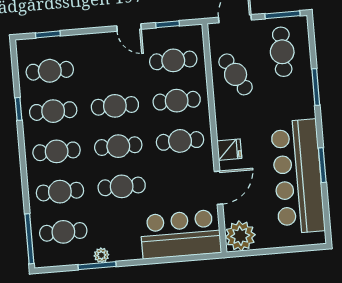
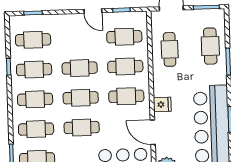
cafe table: (282, 52) -> (210, 46), moved
cafe table: (236, 74) -> (170, 49), turned 30
door: (219, 188) -> (153, 132), swing flipped

